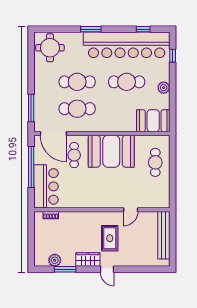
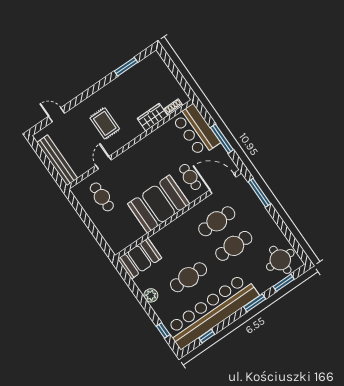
window: (59, 29) -> (284, 283), added
cafe table: (155, 162) -> (102, 197), moved
window: (31, 167) -> (222, 139), width x0.68
plant: (55, 260) -> (141, 68), removed
wardrobe: (88, 260) -> (152, 117), moved, turned 180
door: (107, 269) -> (57, 115), moved

